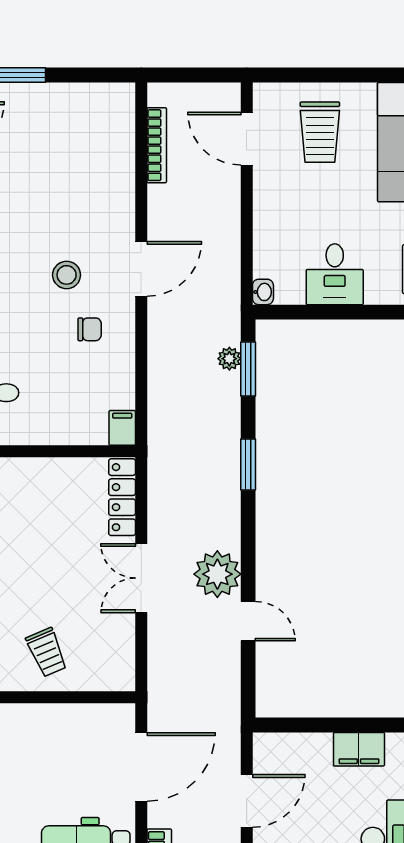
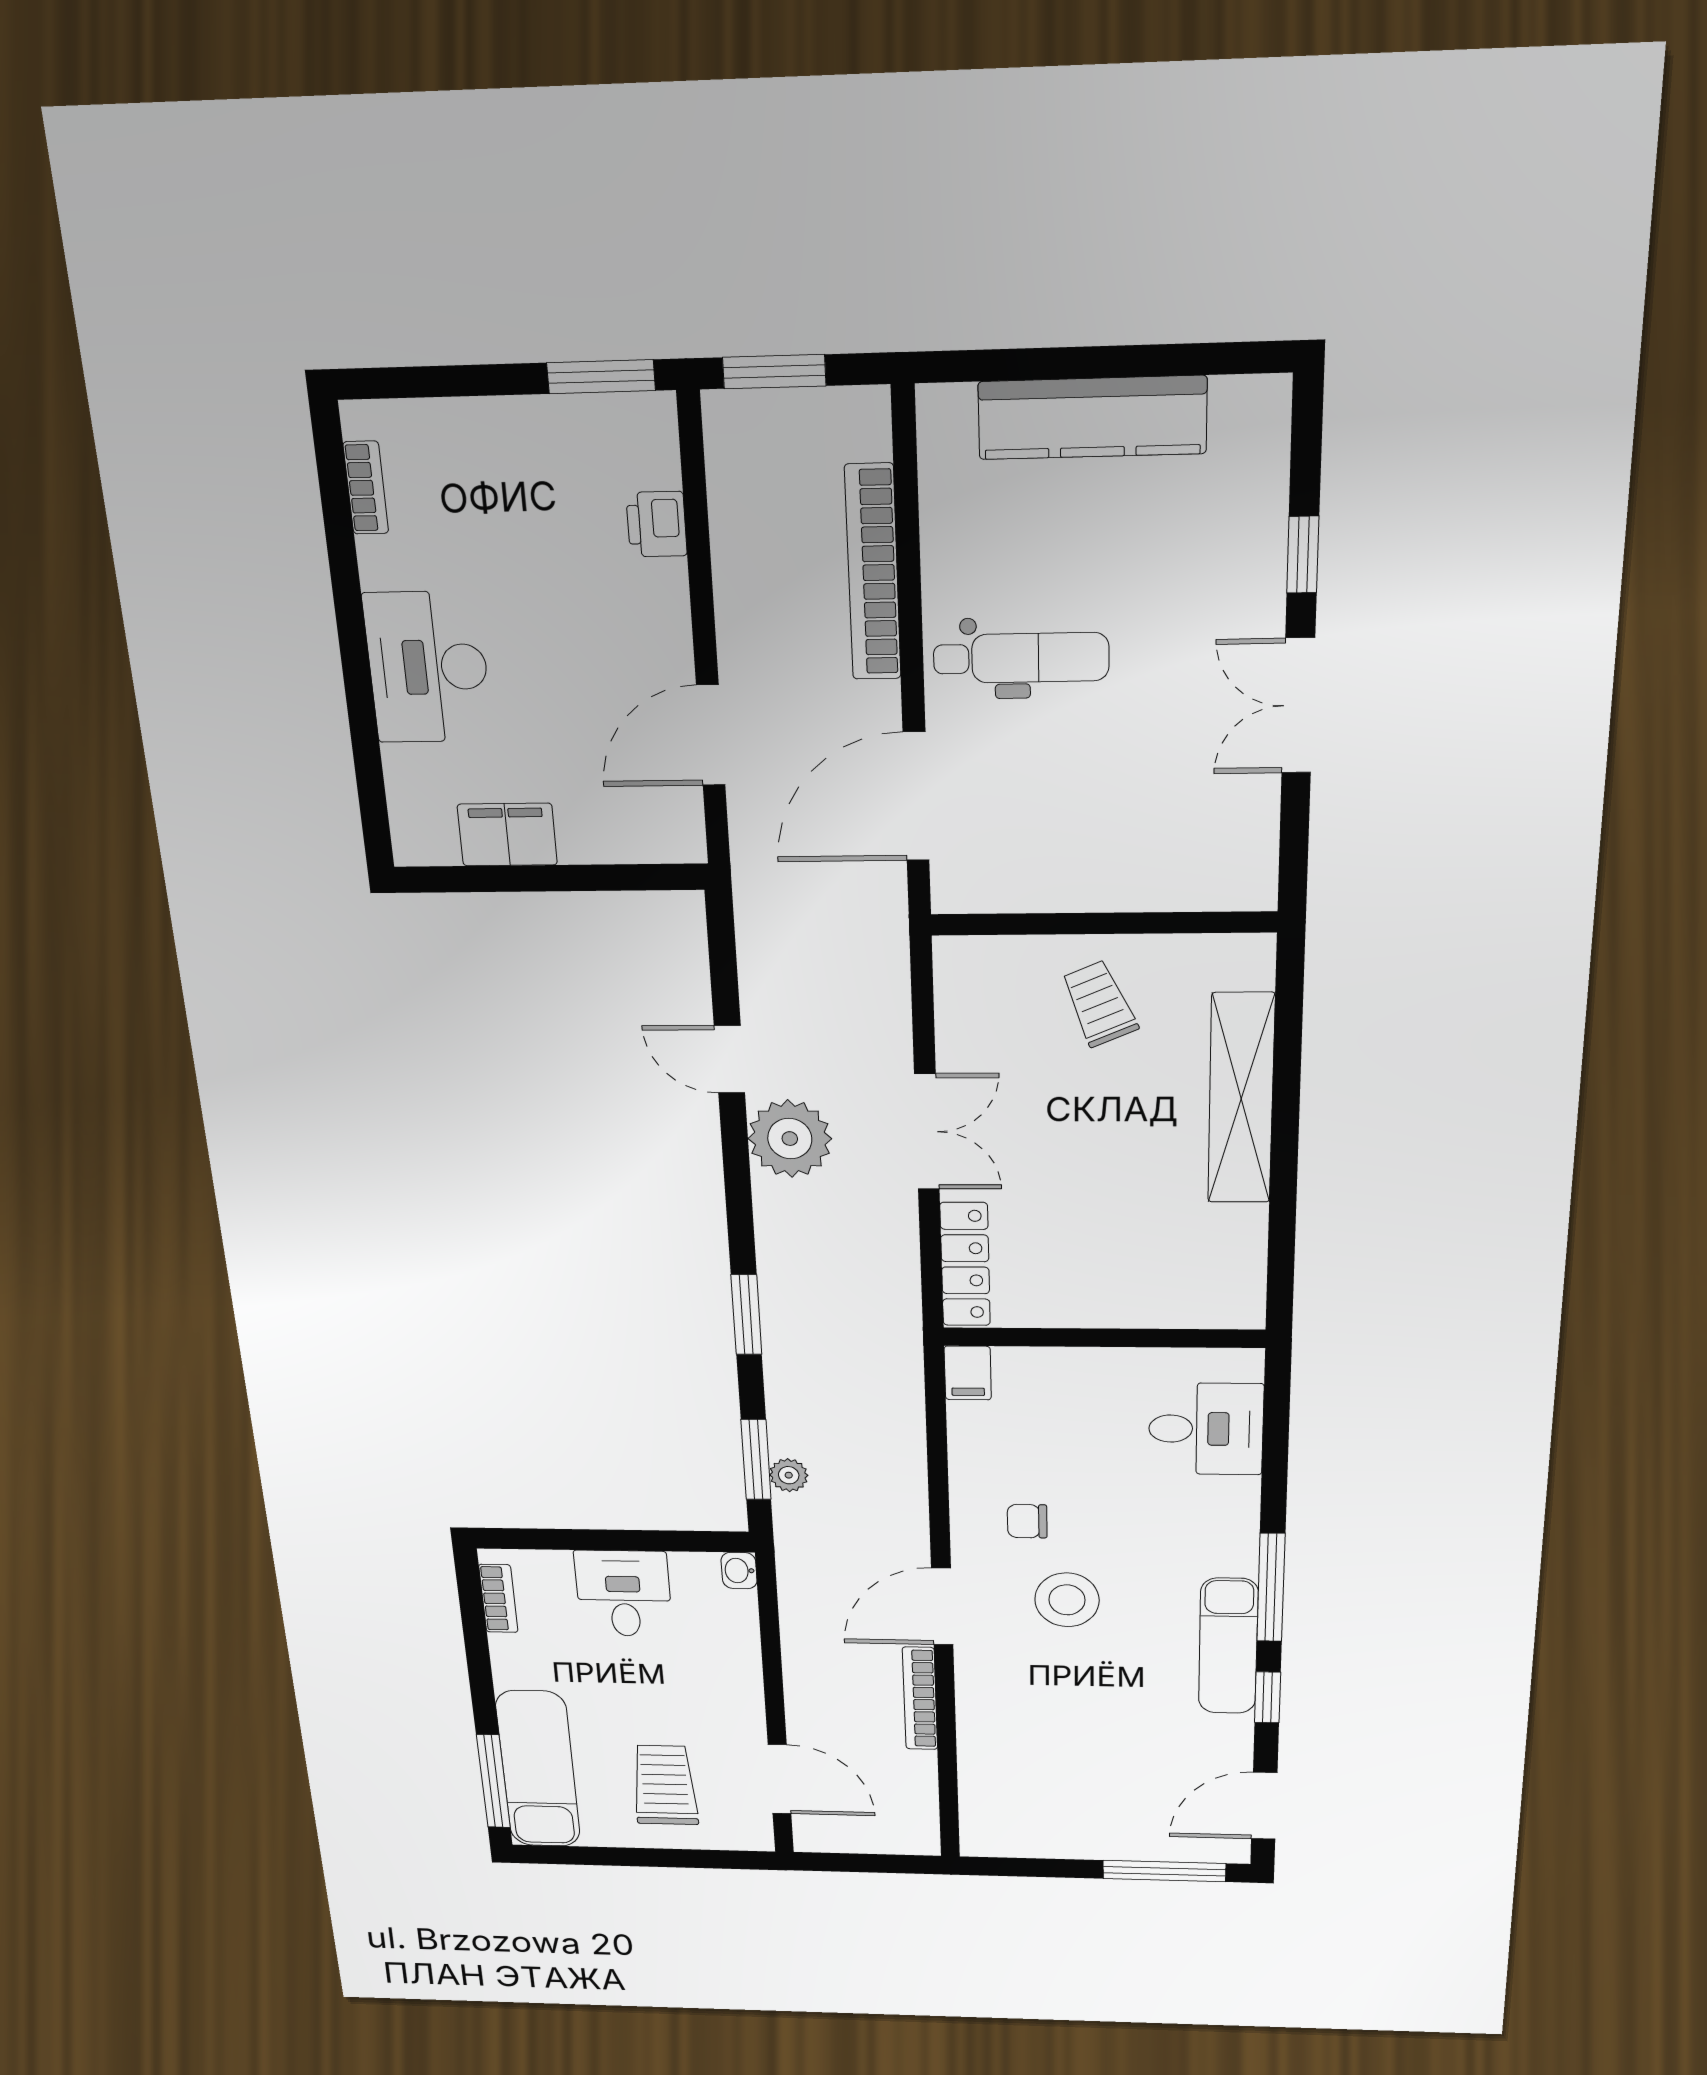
bookcase: (157, 145) -> (920, 1699), moved
stool: (67, 275) -> (1067, 1600), width x1.38, depth x1.38

